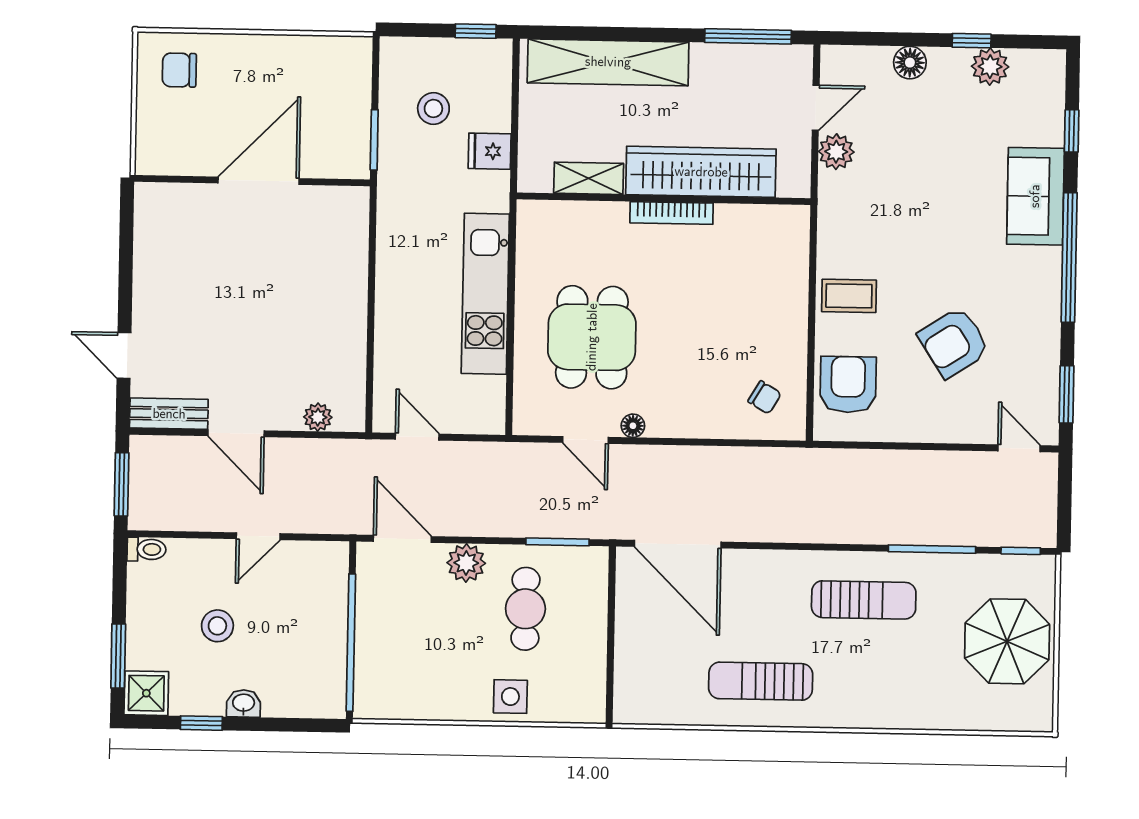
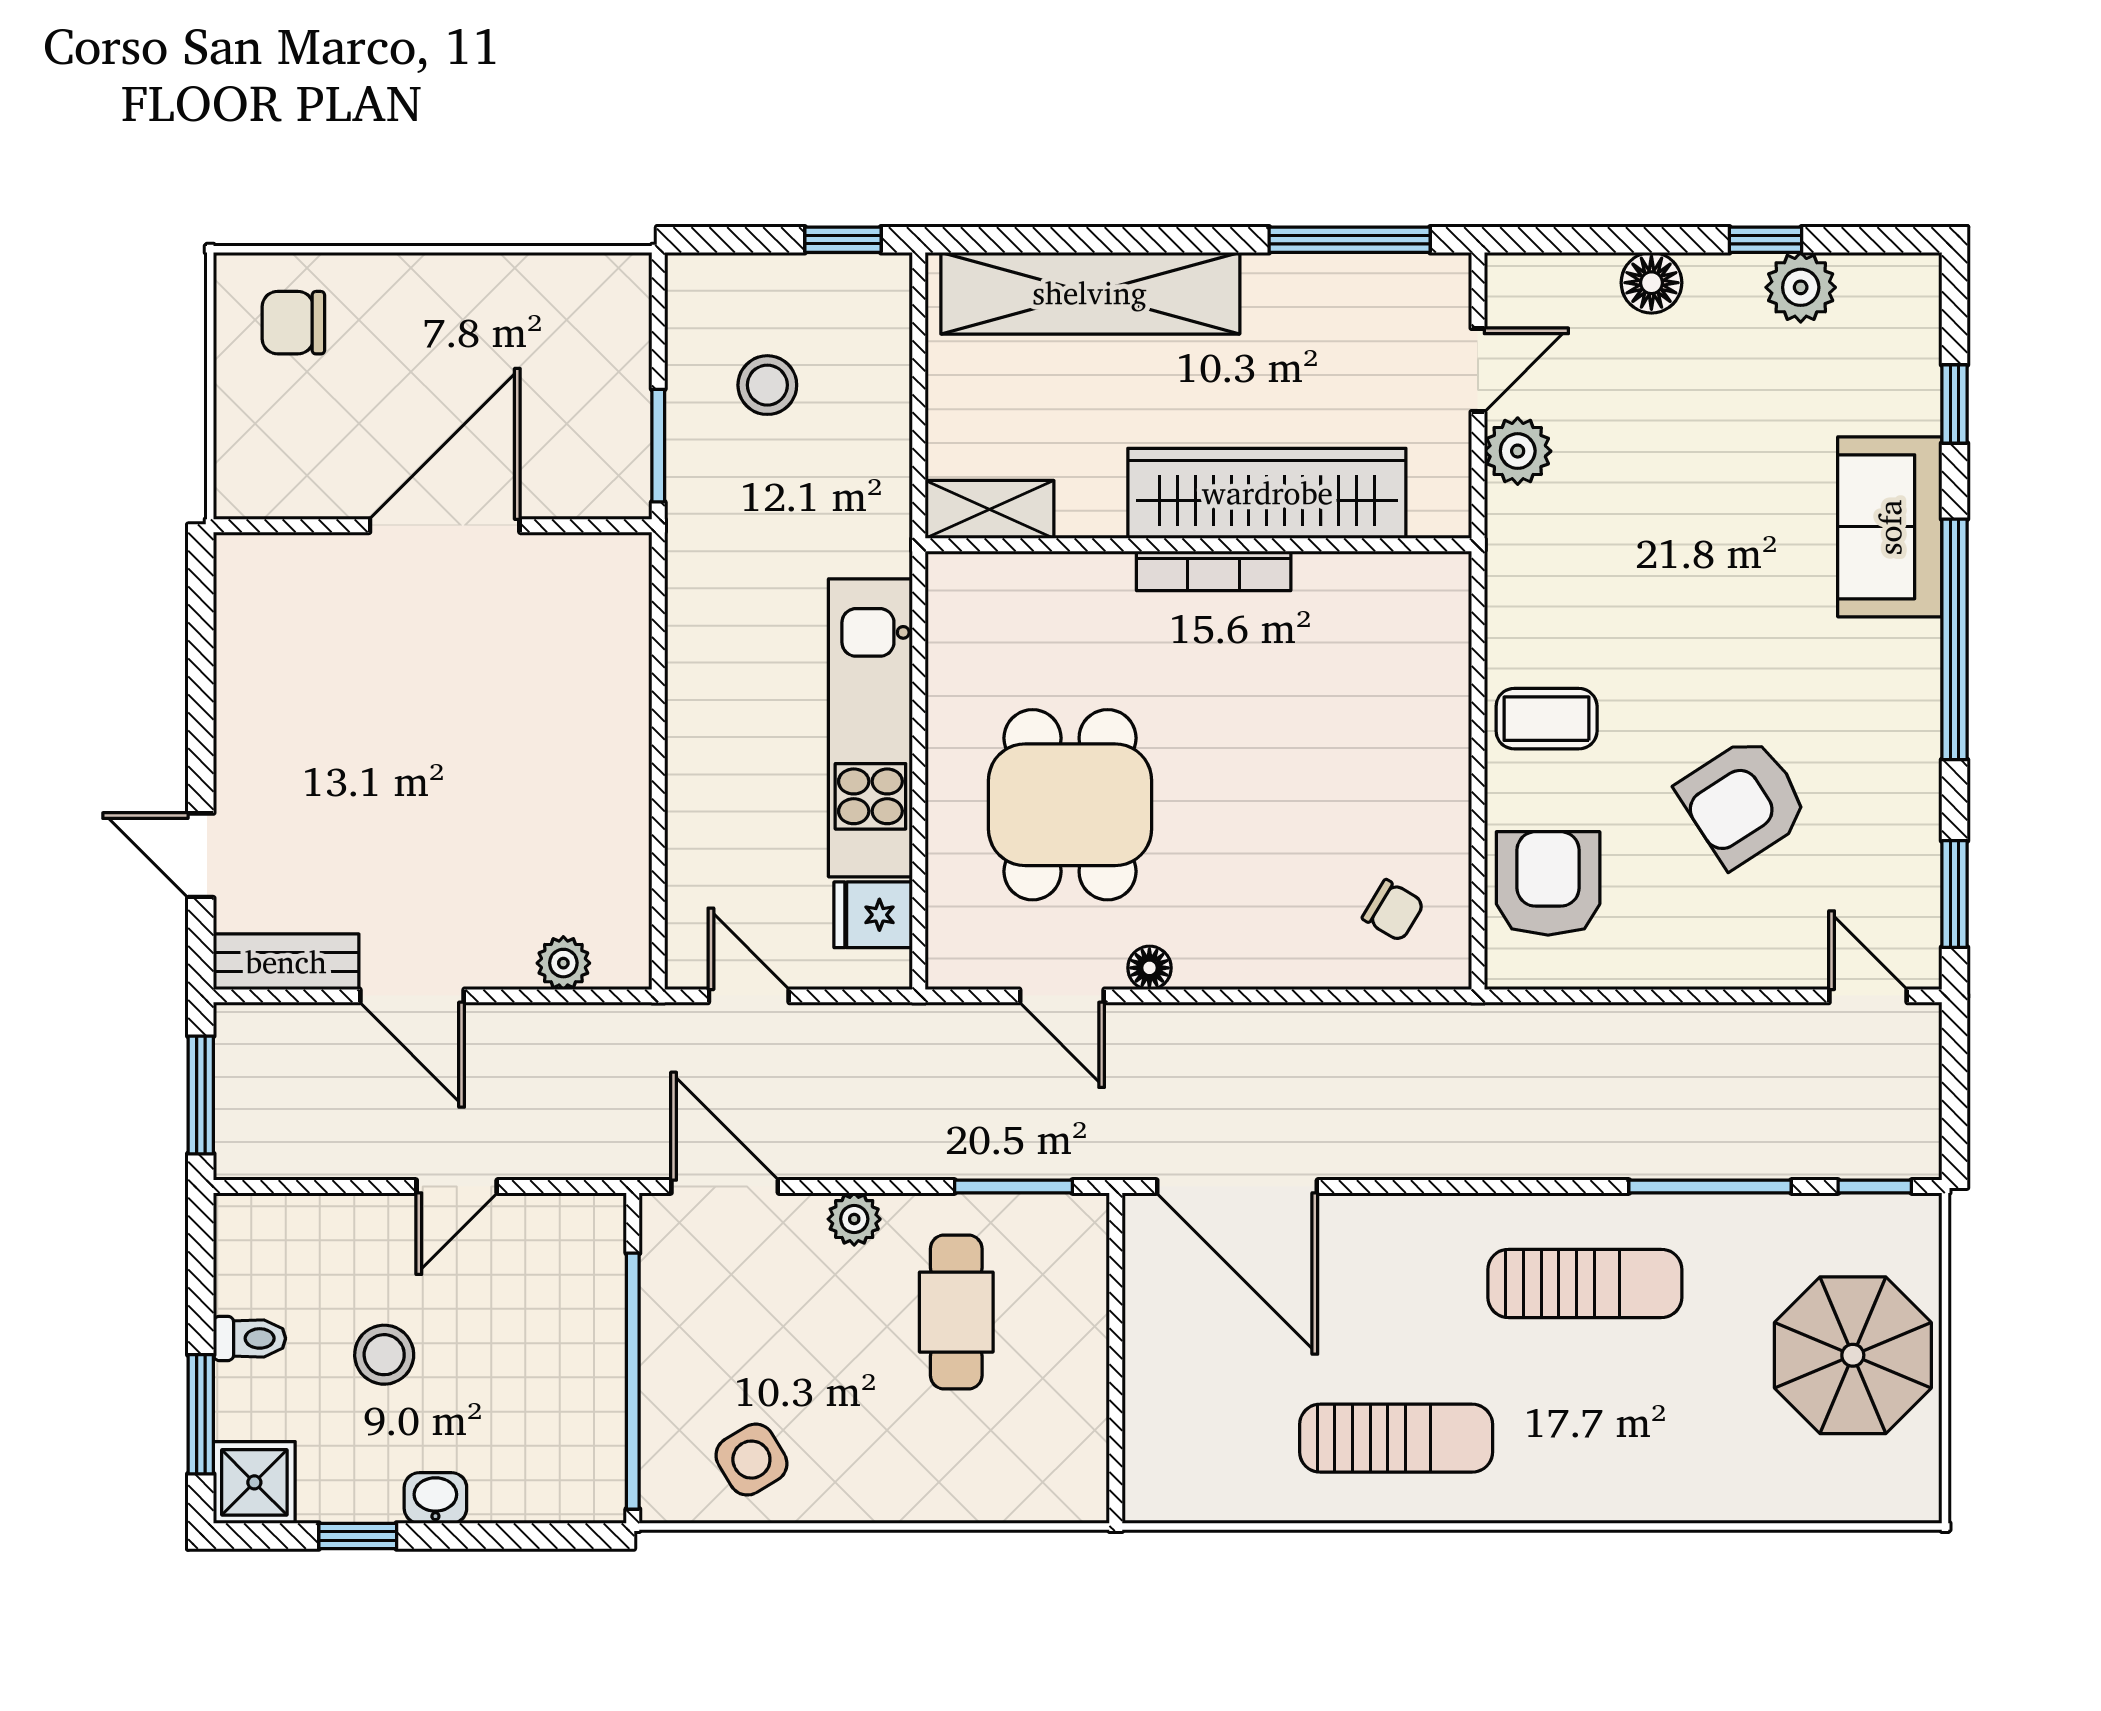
fridge: (490, 151) -> (873, 915), moved
shelving: (589, 178) -> (990, 509), moved
toilet: (146, 549) -> (250, 1338), moved
plant: (466, 563) -> (854, 1219), width x0.73, depth x0.73
sun lounger: (761, 681) -> (1396, 1438), turned 180
side table: (510, 697) -> (751, 1460), moved, turned -31

